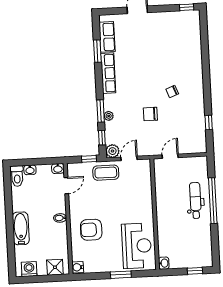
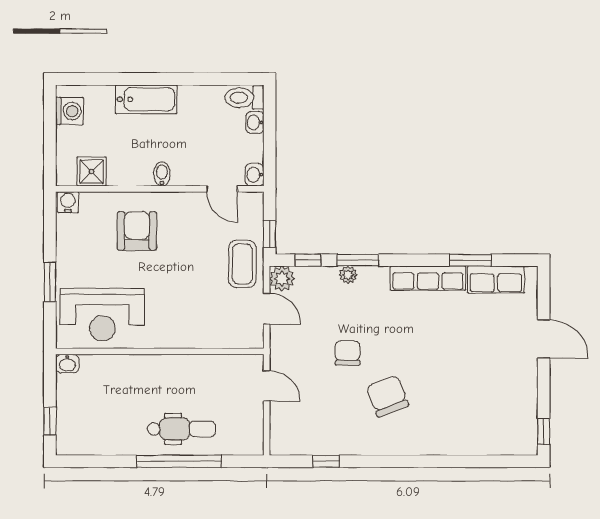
chair: (172, 92) -> (387, 396), width x1.87, depth x1.87
shower: (55, 267) -> (92, 171), moved

